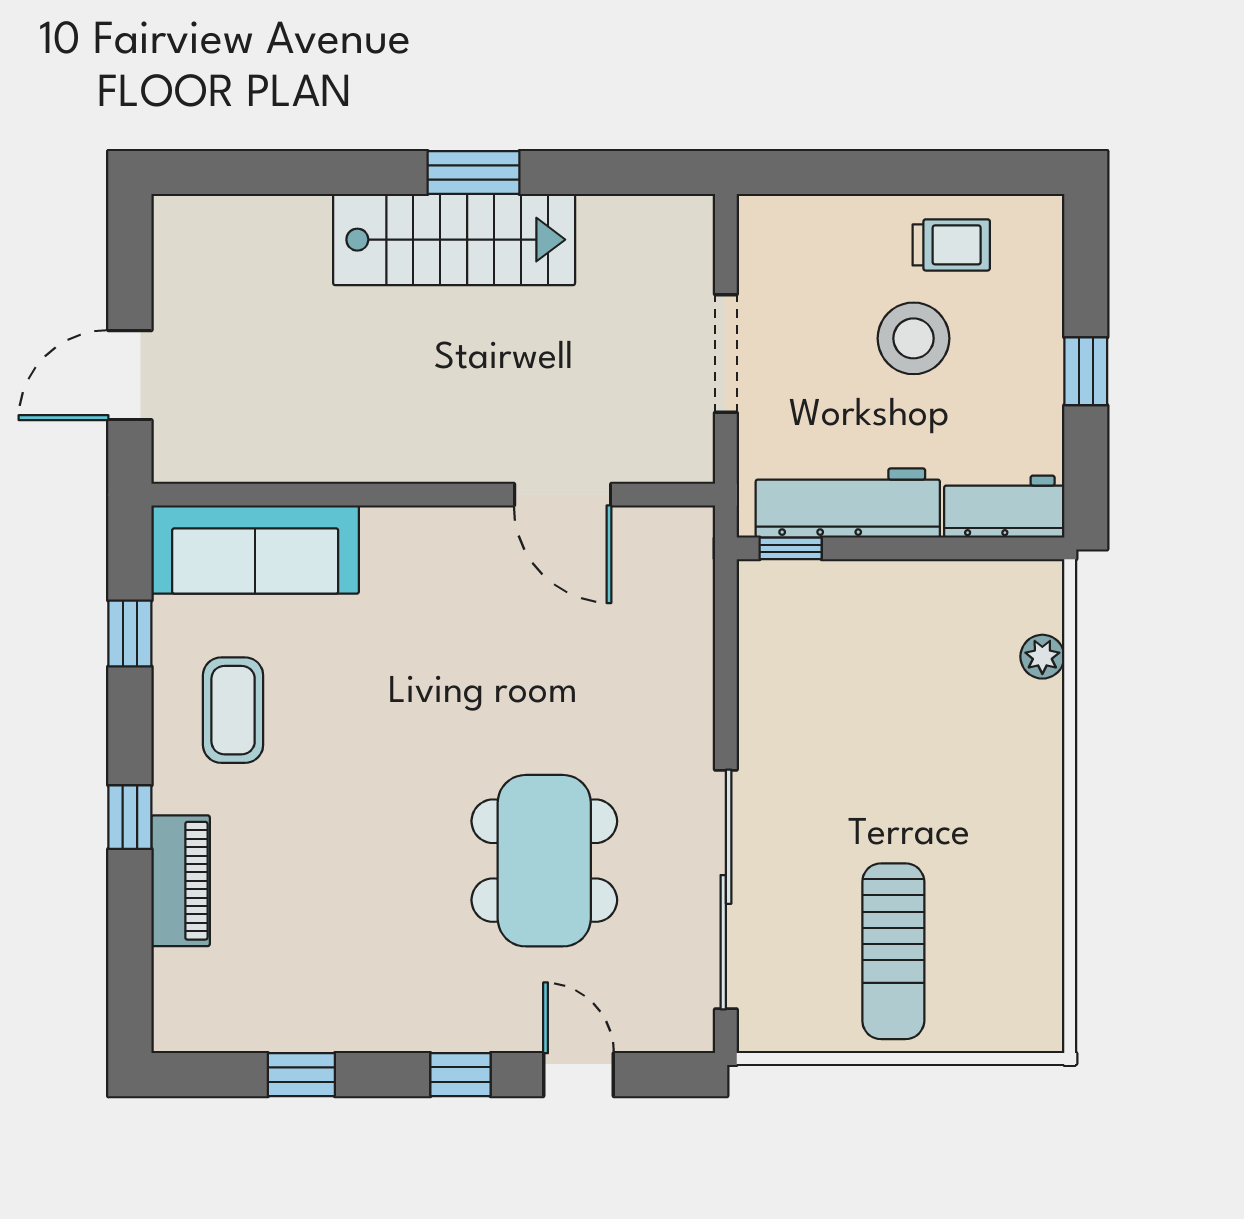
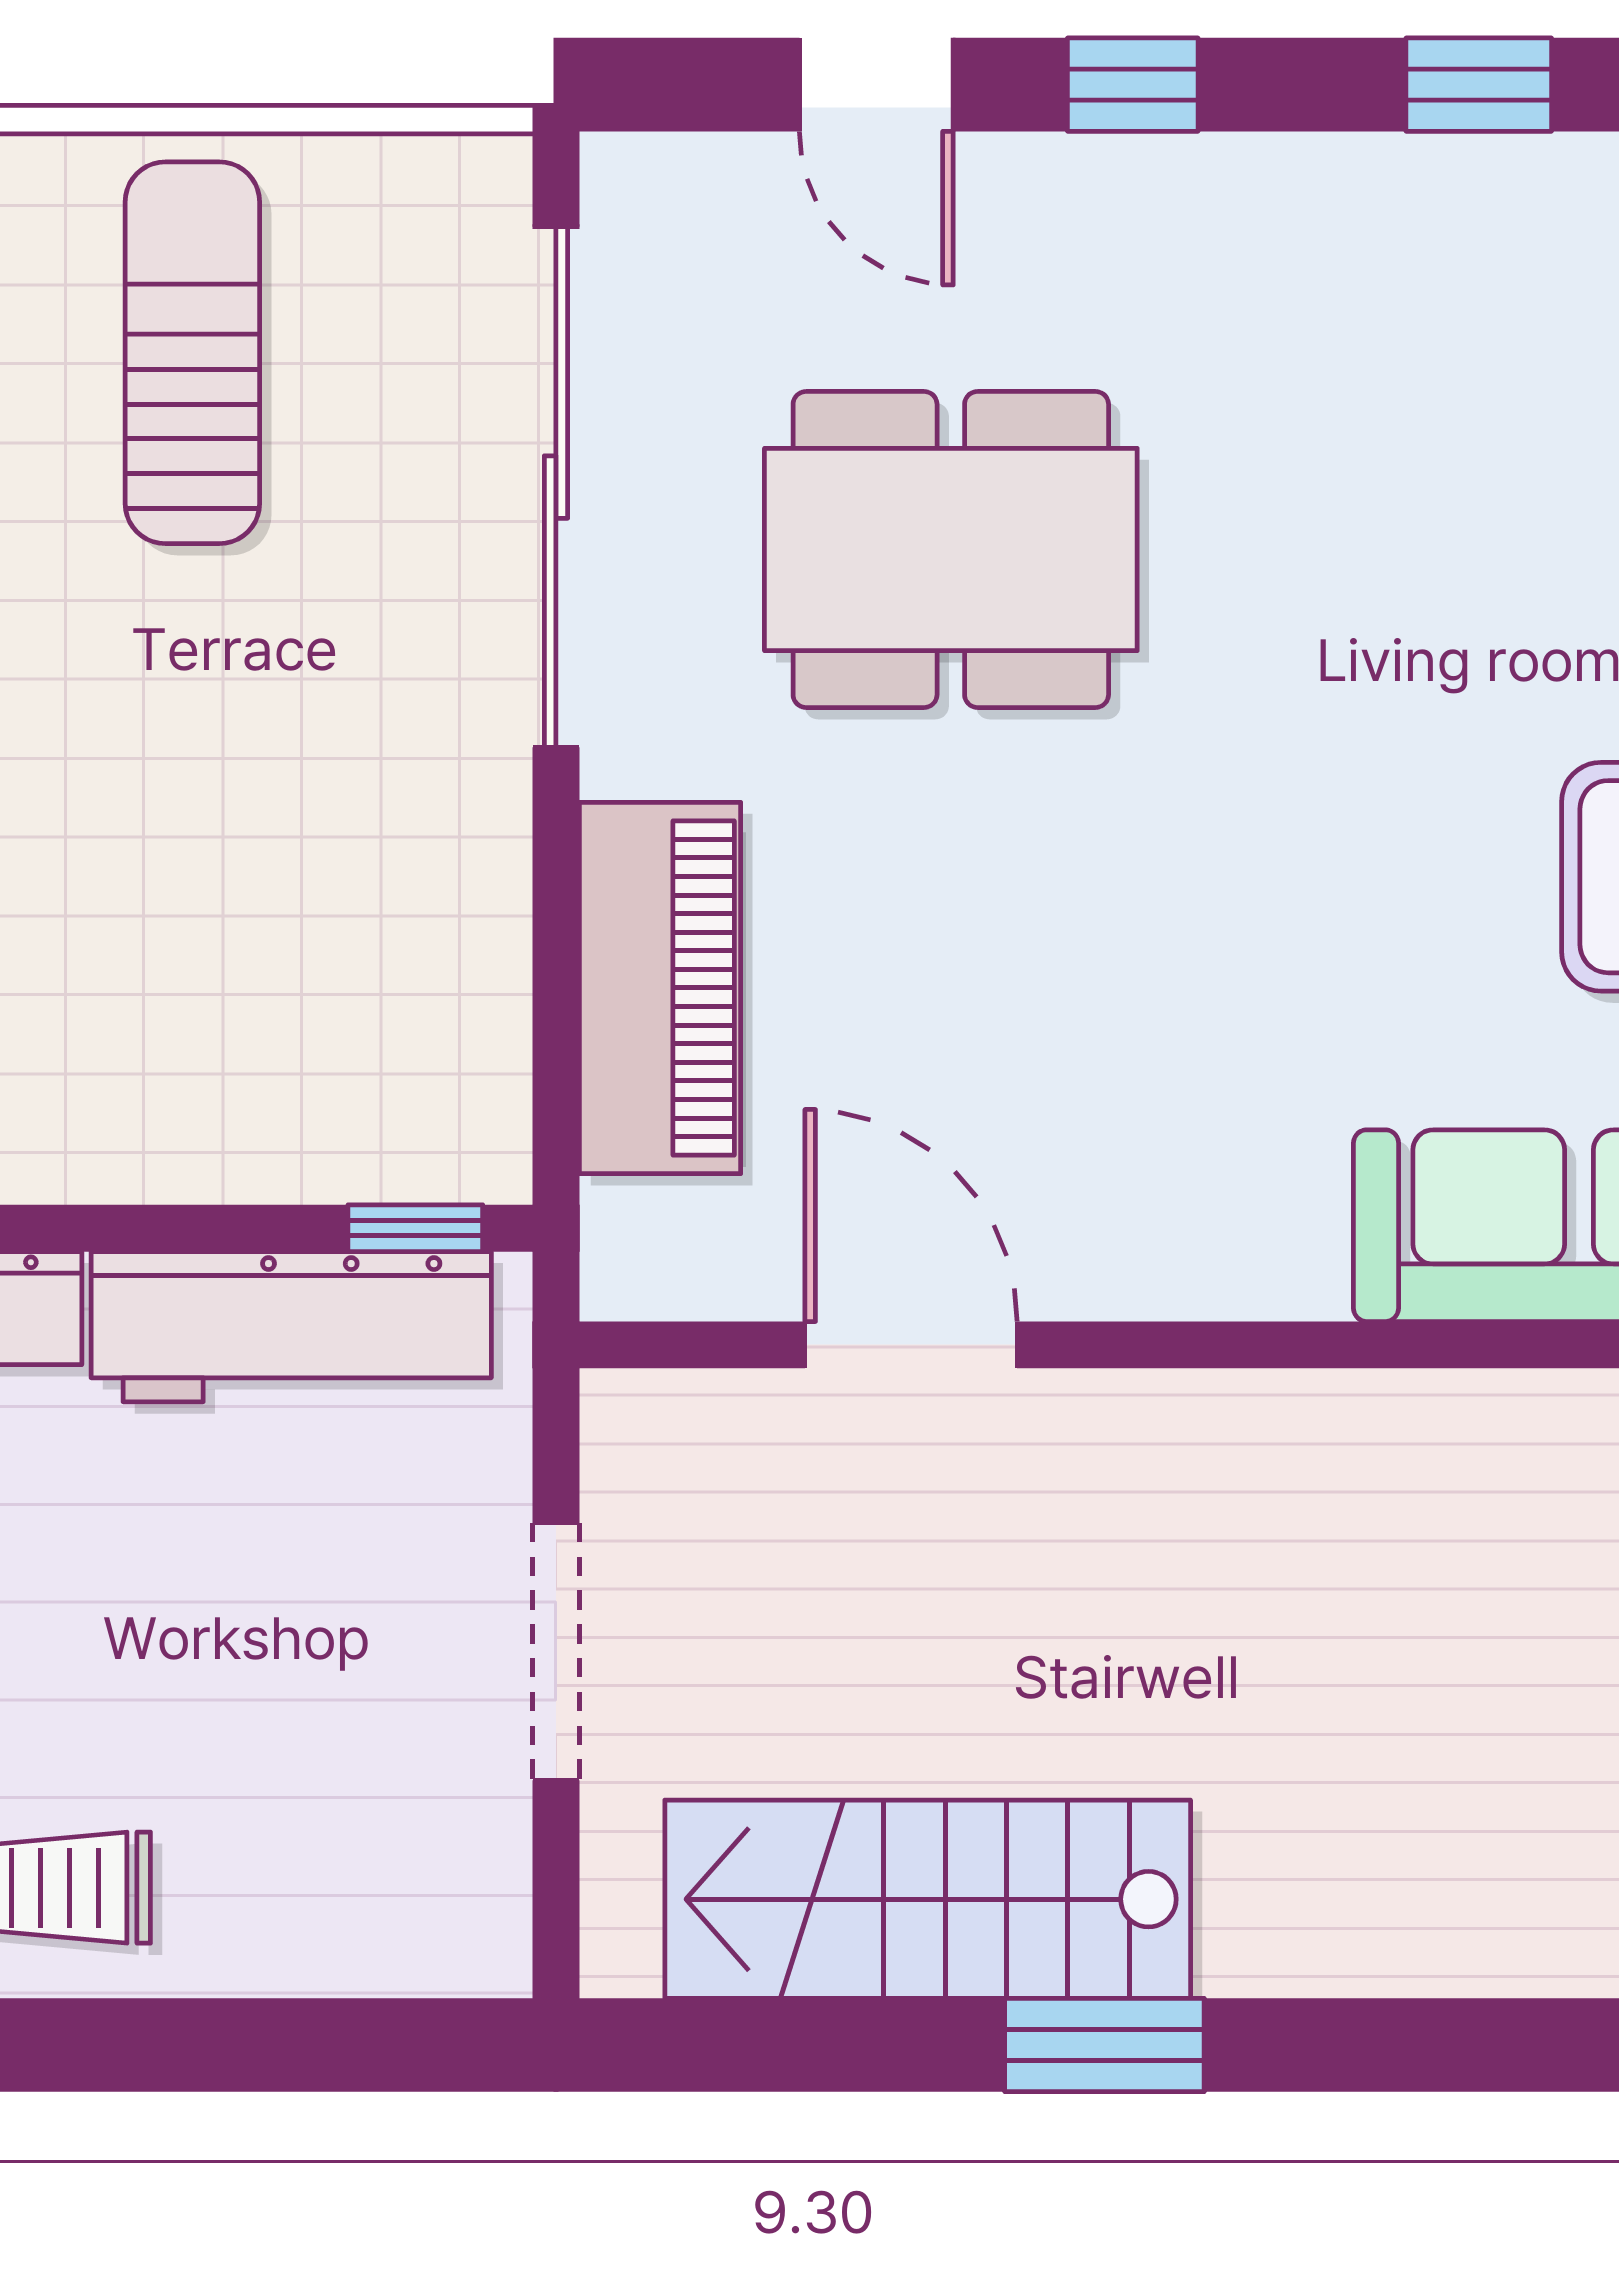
stairs: (454, 240) -> (928, 1899), moved
stool: (913, 338) -> (149, 1684), removed
piano: (678, 659) -> (660, 988), added
dining table: (544, 861) -> (951, 549), turned 90

